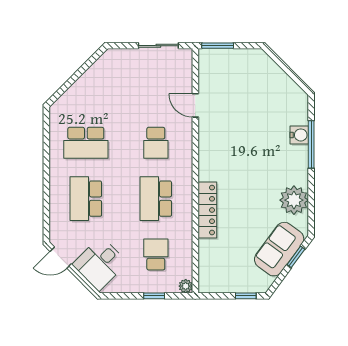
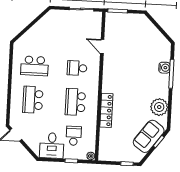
school desk: (156, 143) -> (77, 68), turned 90
desk: (100, 263) -> (52, 145), moved, turned -45

